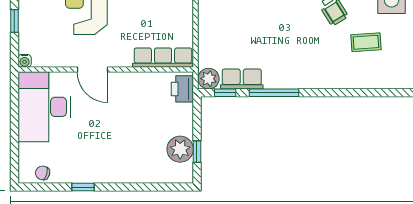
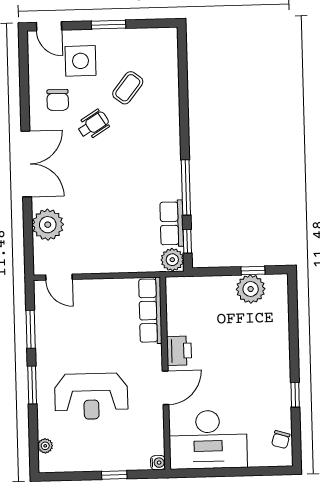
coffee table: (366, 42) -> (128, 88), turned 42
printer: (182, 89) -> (179, 351), moved, turned -90

